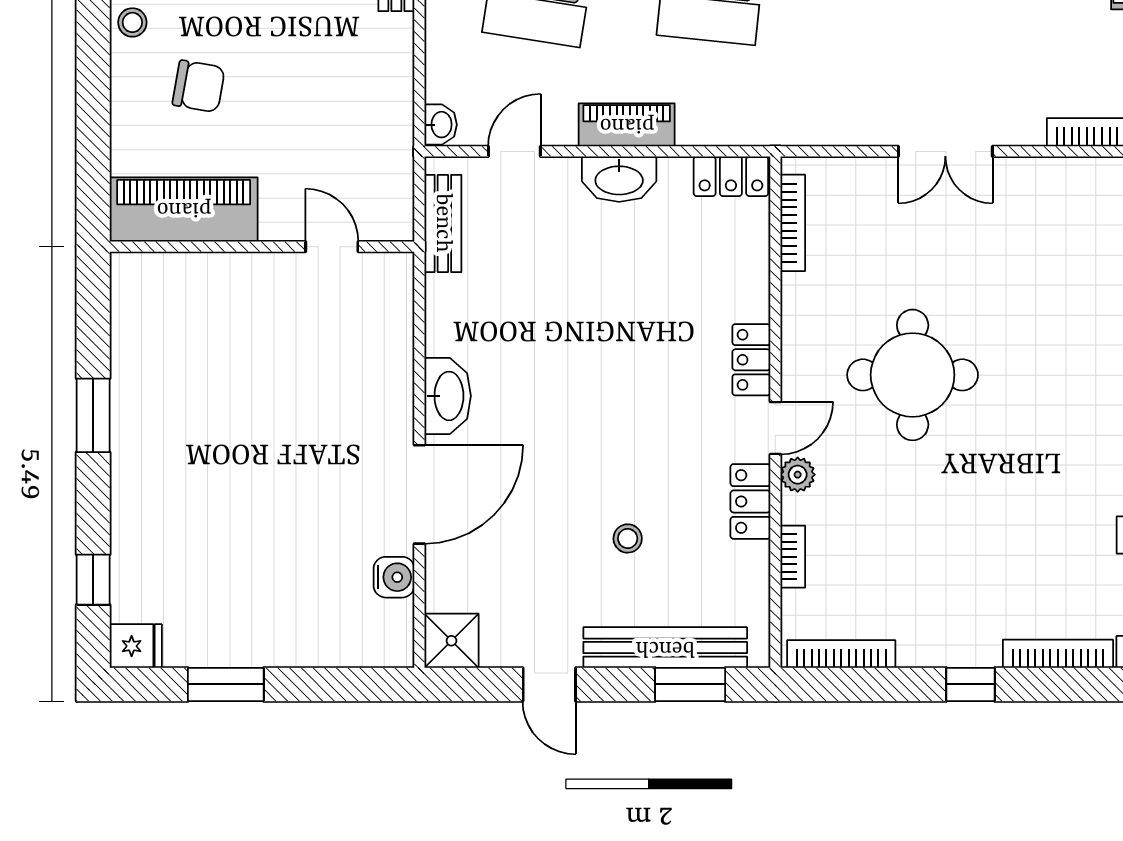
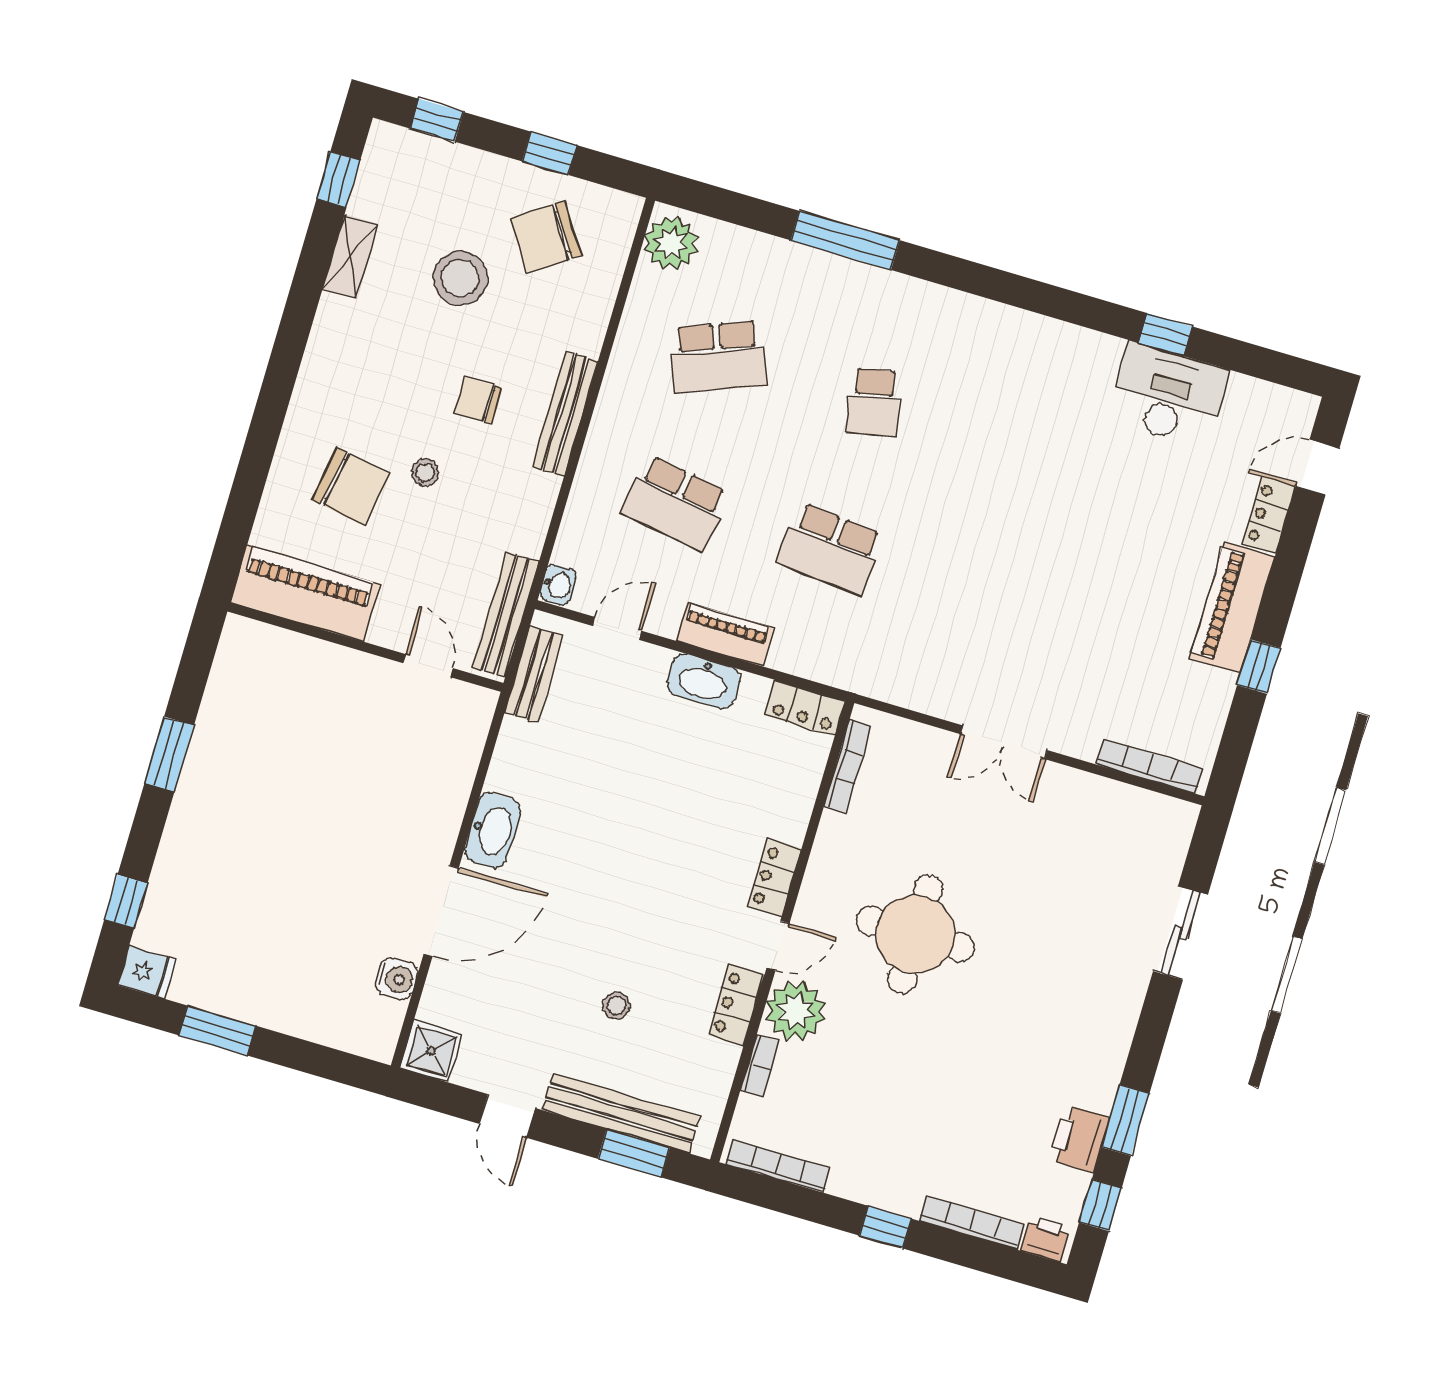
stool: (132, 22) -> (425, 473), moved
chair: (199, 86) -> (351, 487), width x1.37, depth x1.37
bench: (396, 171) -> (506, 614), added
plant: (798, 475) -> (795, 1011), width x1.88, depth x1.88

